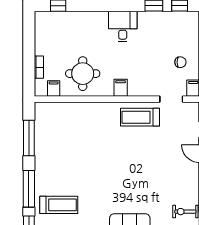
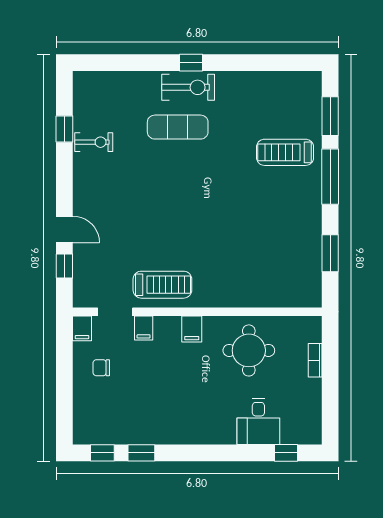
desk: (123, 26) -> (258, 422), moved
filing cabinet: (54, 88) -> (144, 328), moved
window: (29, 138) -> (330, 253), width x0.69

